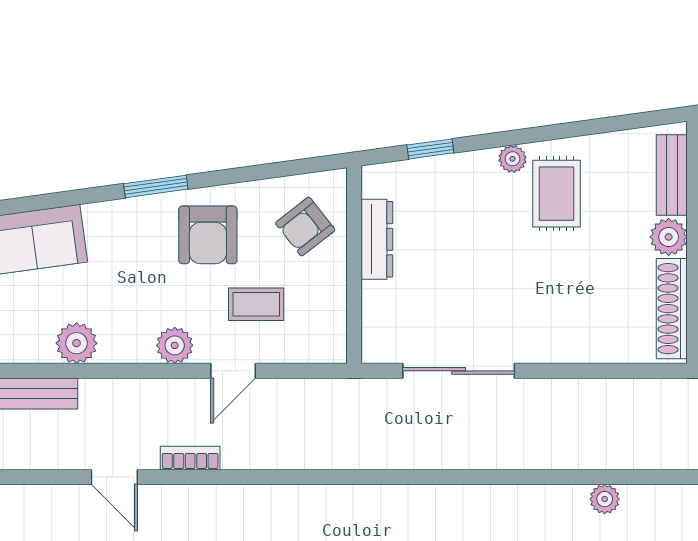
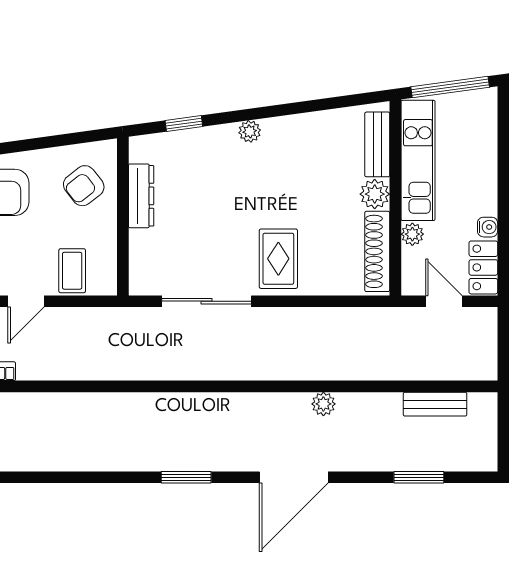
rug: (556, 194) -> (278, 259), moved
coffee table: (256, 304) -> (72, 271), moved, turned 90

